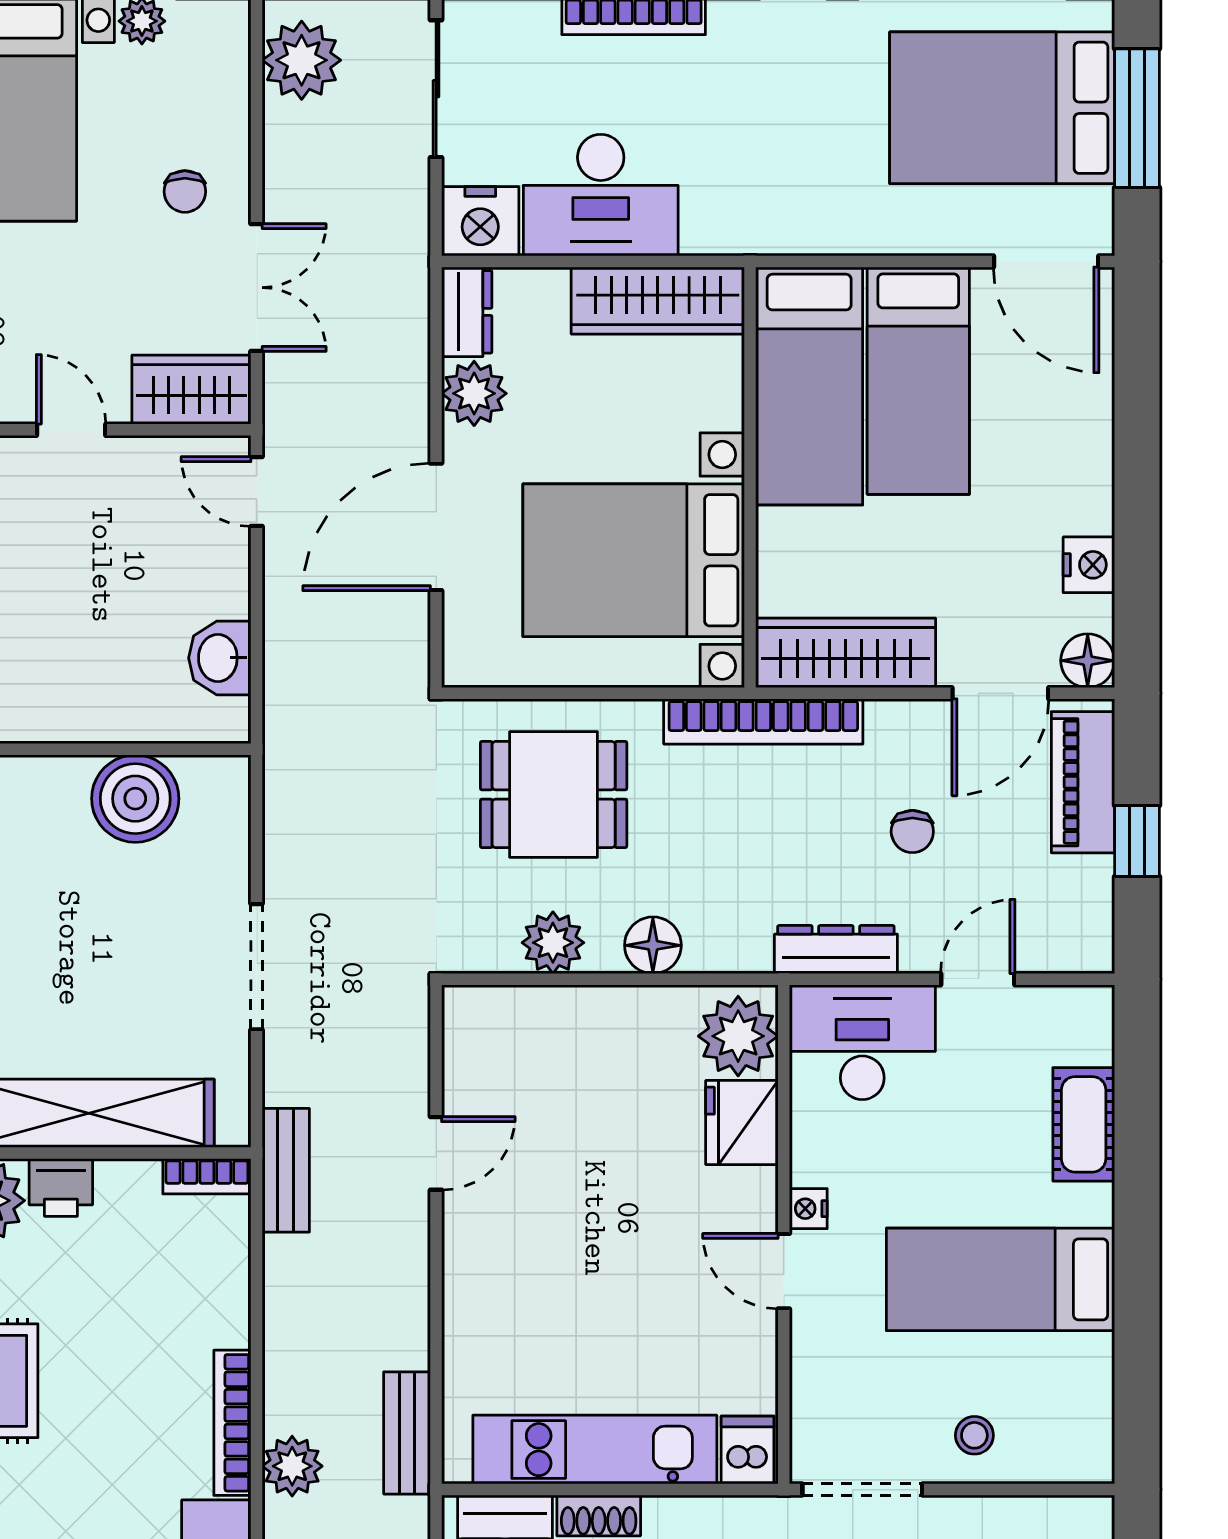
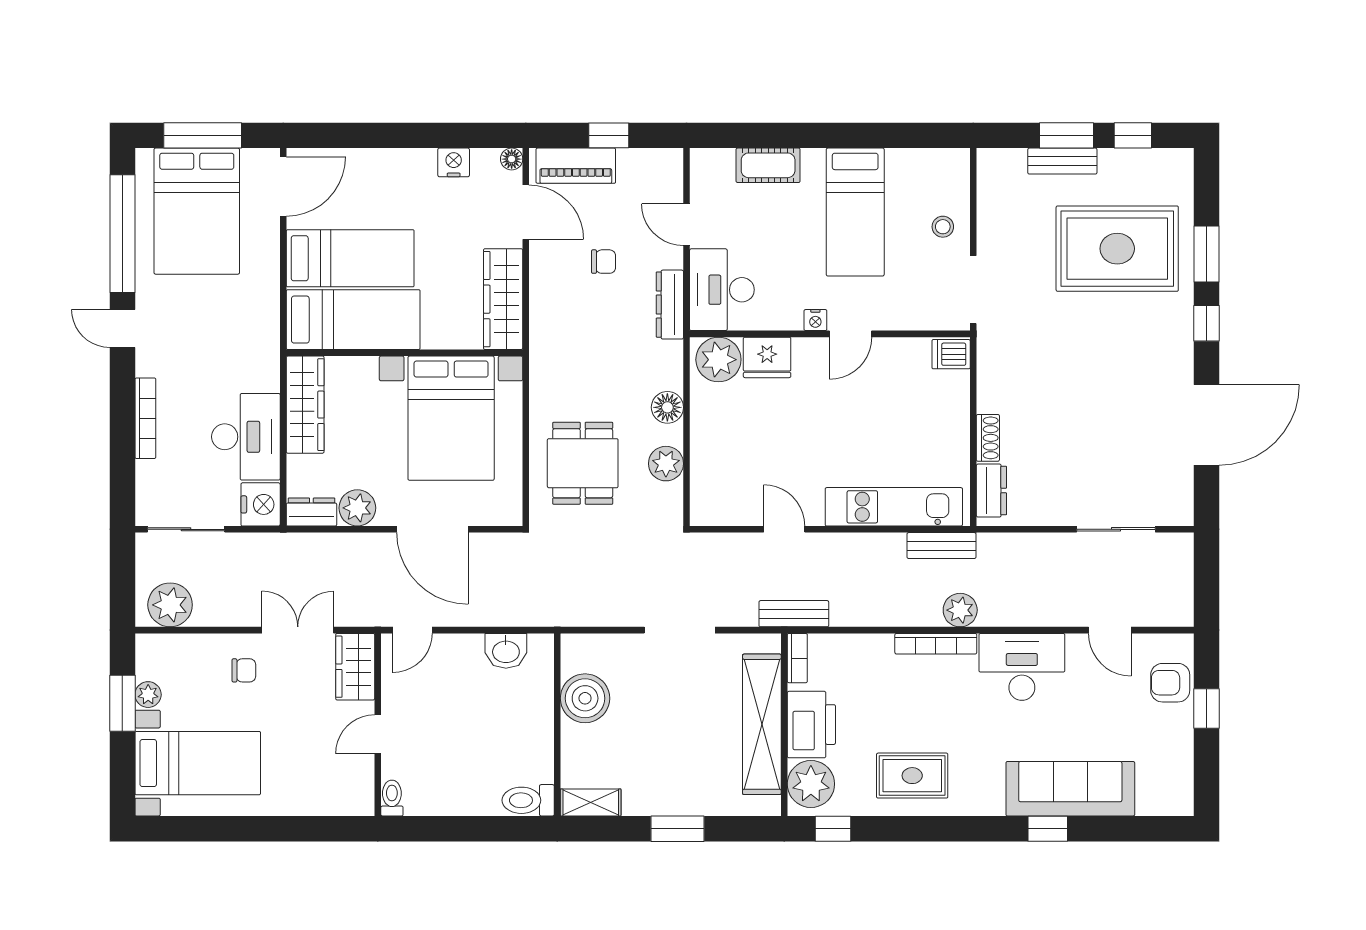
floor lamp: (1088, 661) -> (512, 159), width x0.73, depth x0.73
bookcase: (763, 721) -> (542, 345), removed
printer: (61, 1187) -> (811, 725), width x1.87, depth x1.48
kitchen unit: (595, 1450) -> (894, 507), moved, turned 90

